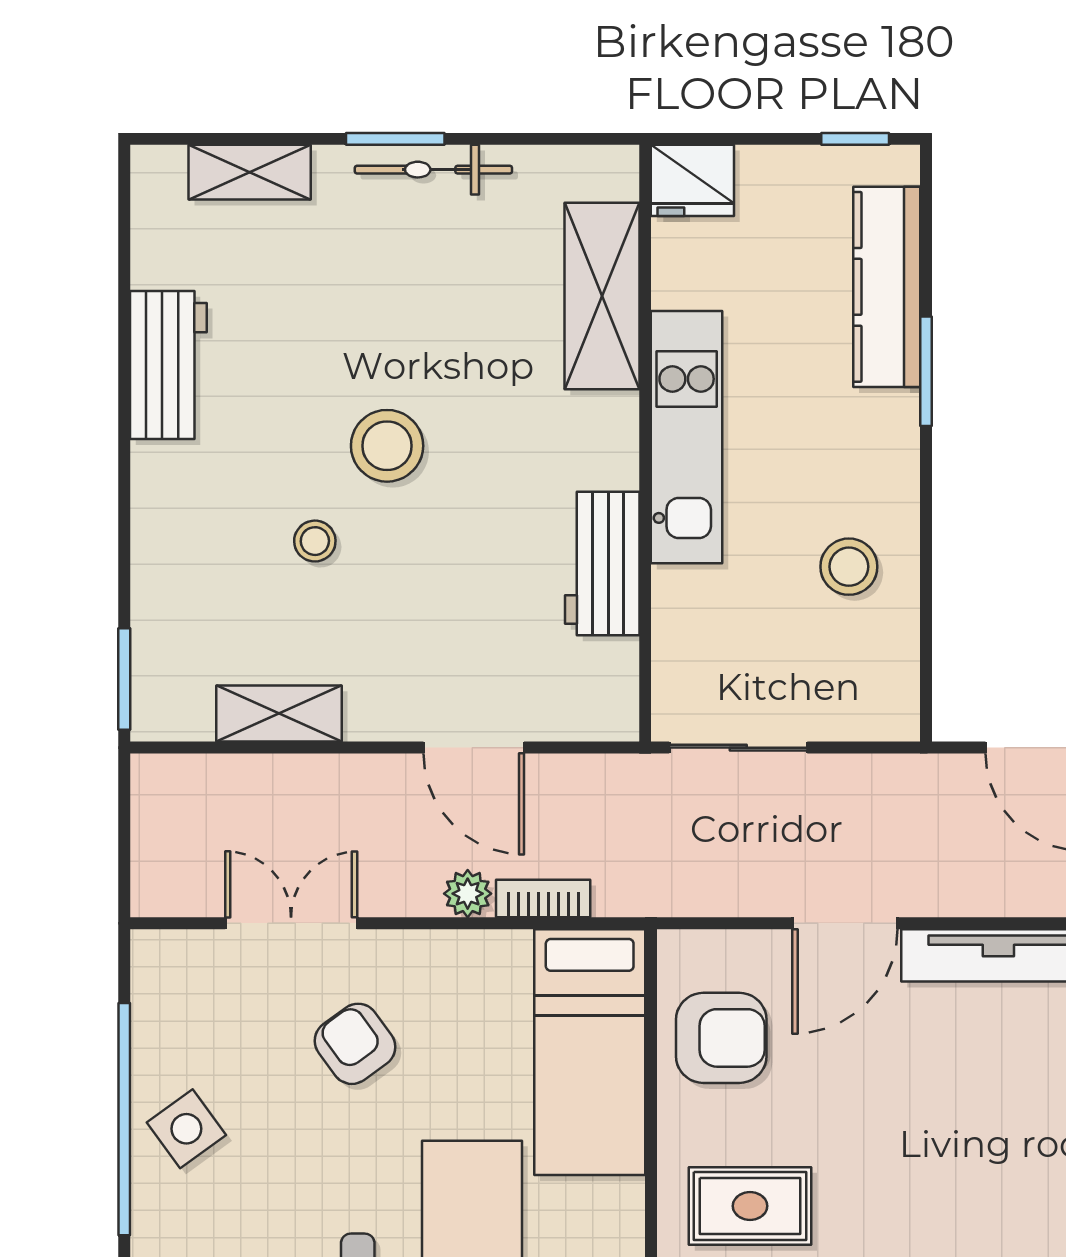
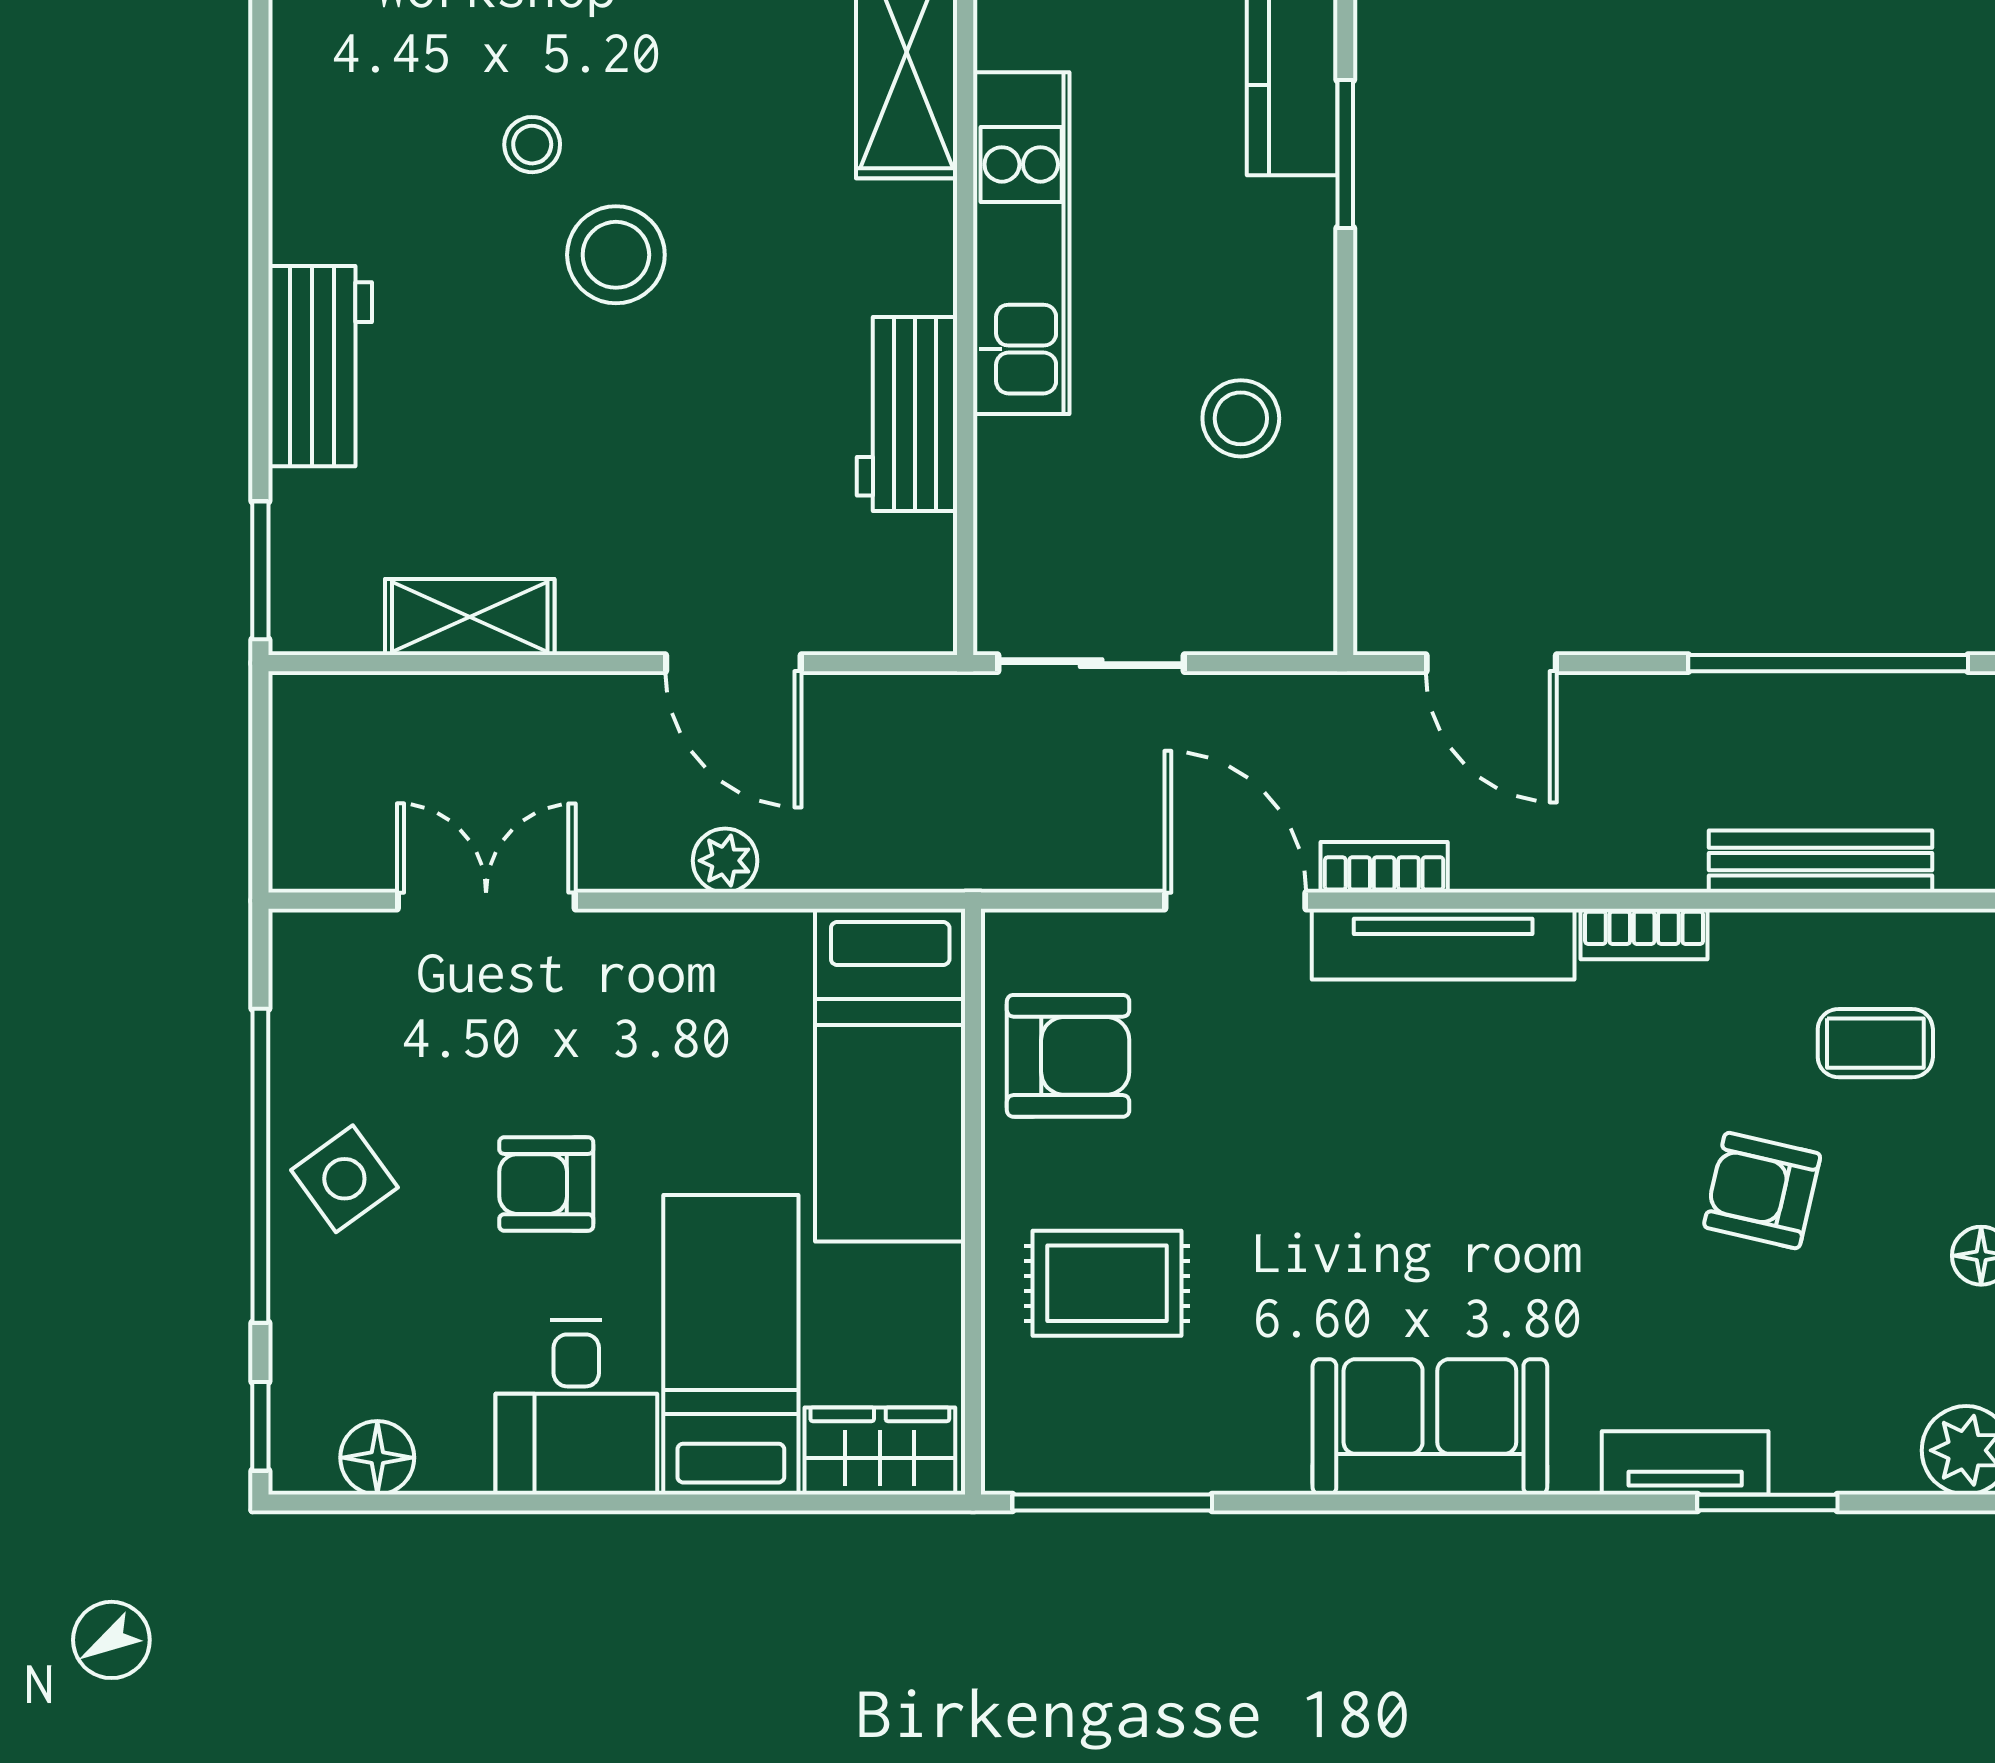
workbench: (168, 365) -> (320, 366), moved
stool: (315, 541) -> (532, 145), moved
bookcase: (543, 899) -> (1384, 867), moved
door: (845, 923) -> (1235, 901), swing flipped
armchair: (355, 1044) -> (546, 1184), moved, turned -54

